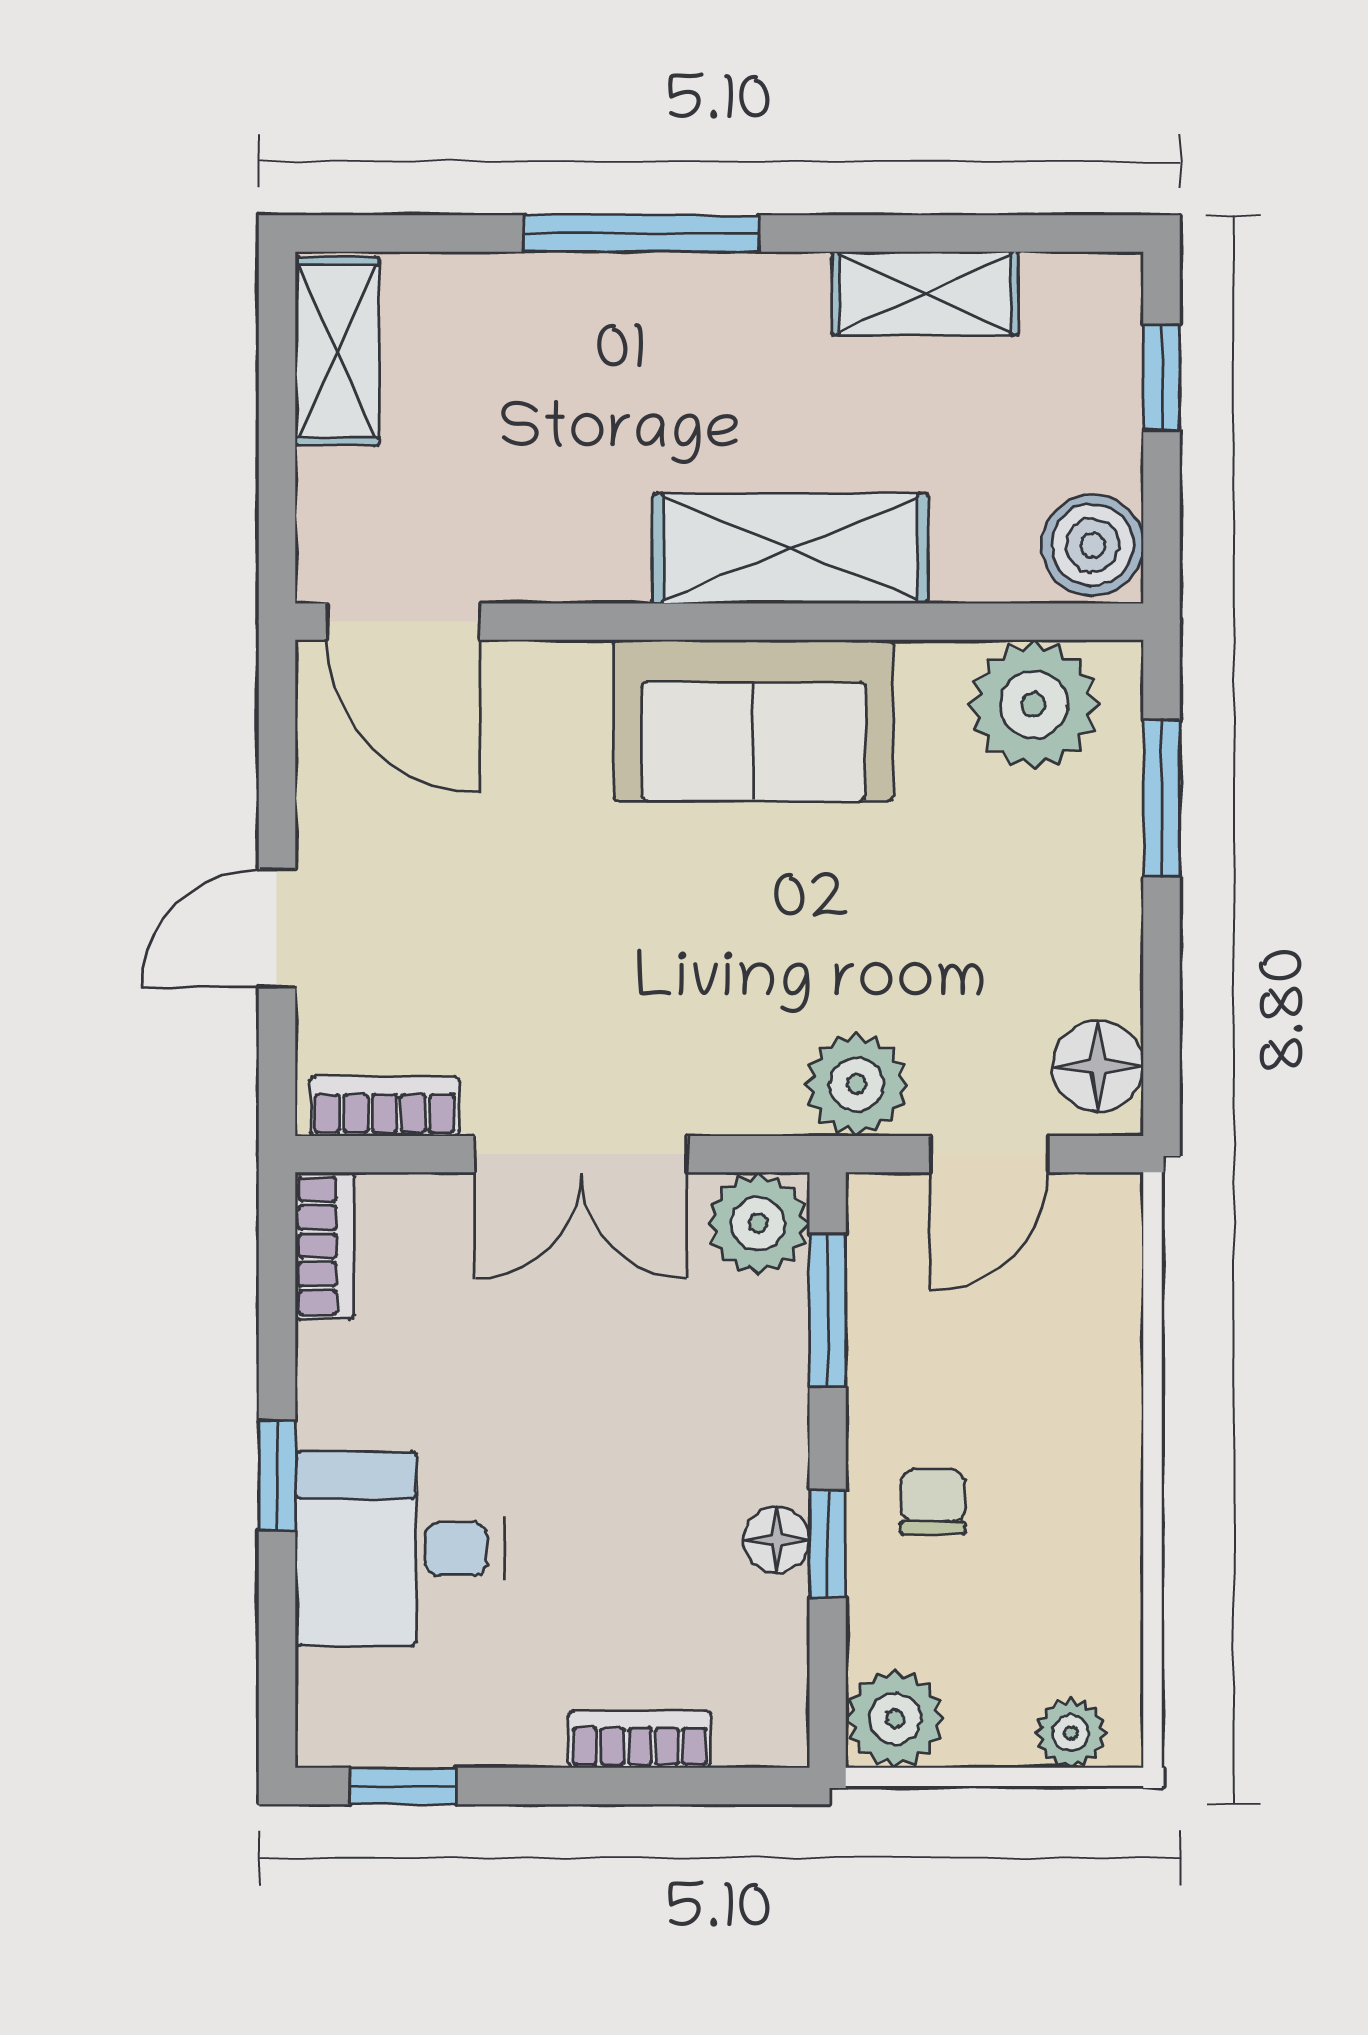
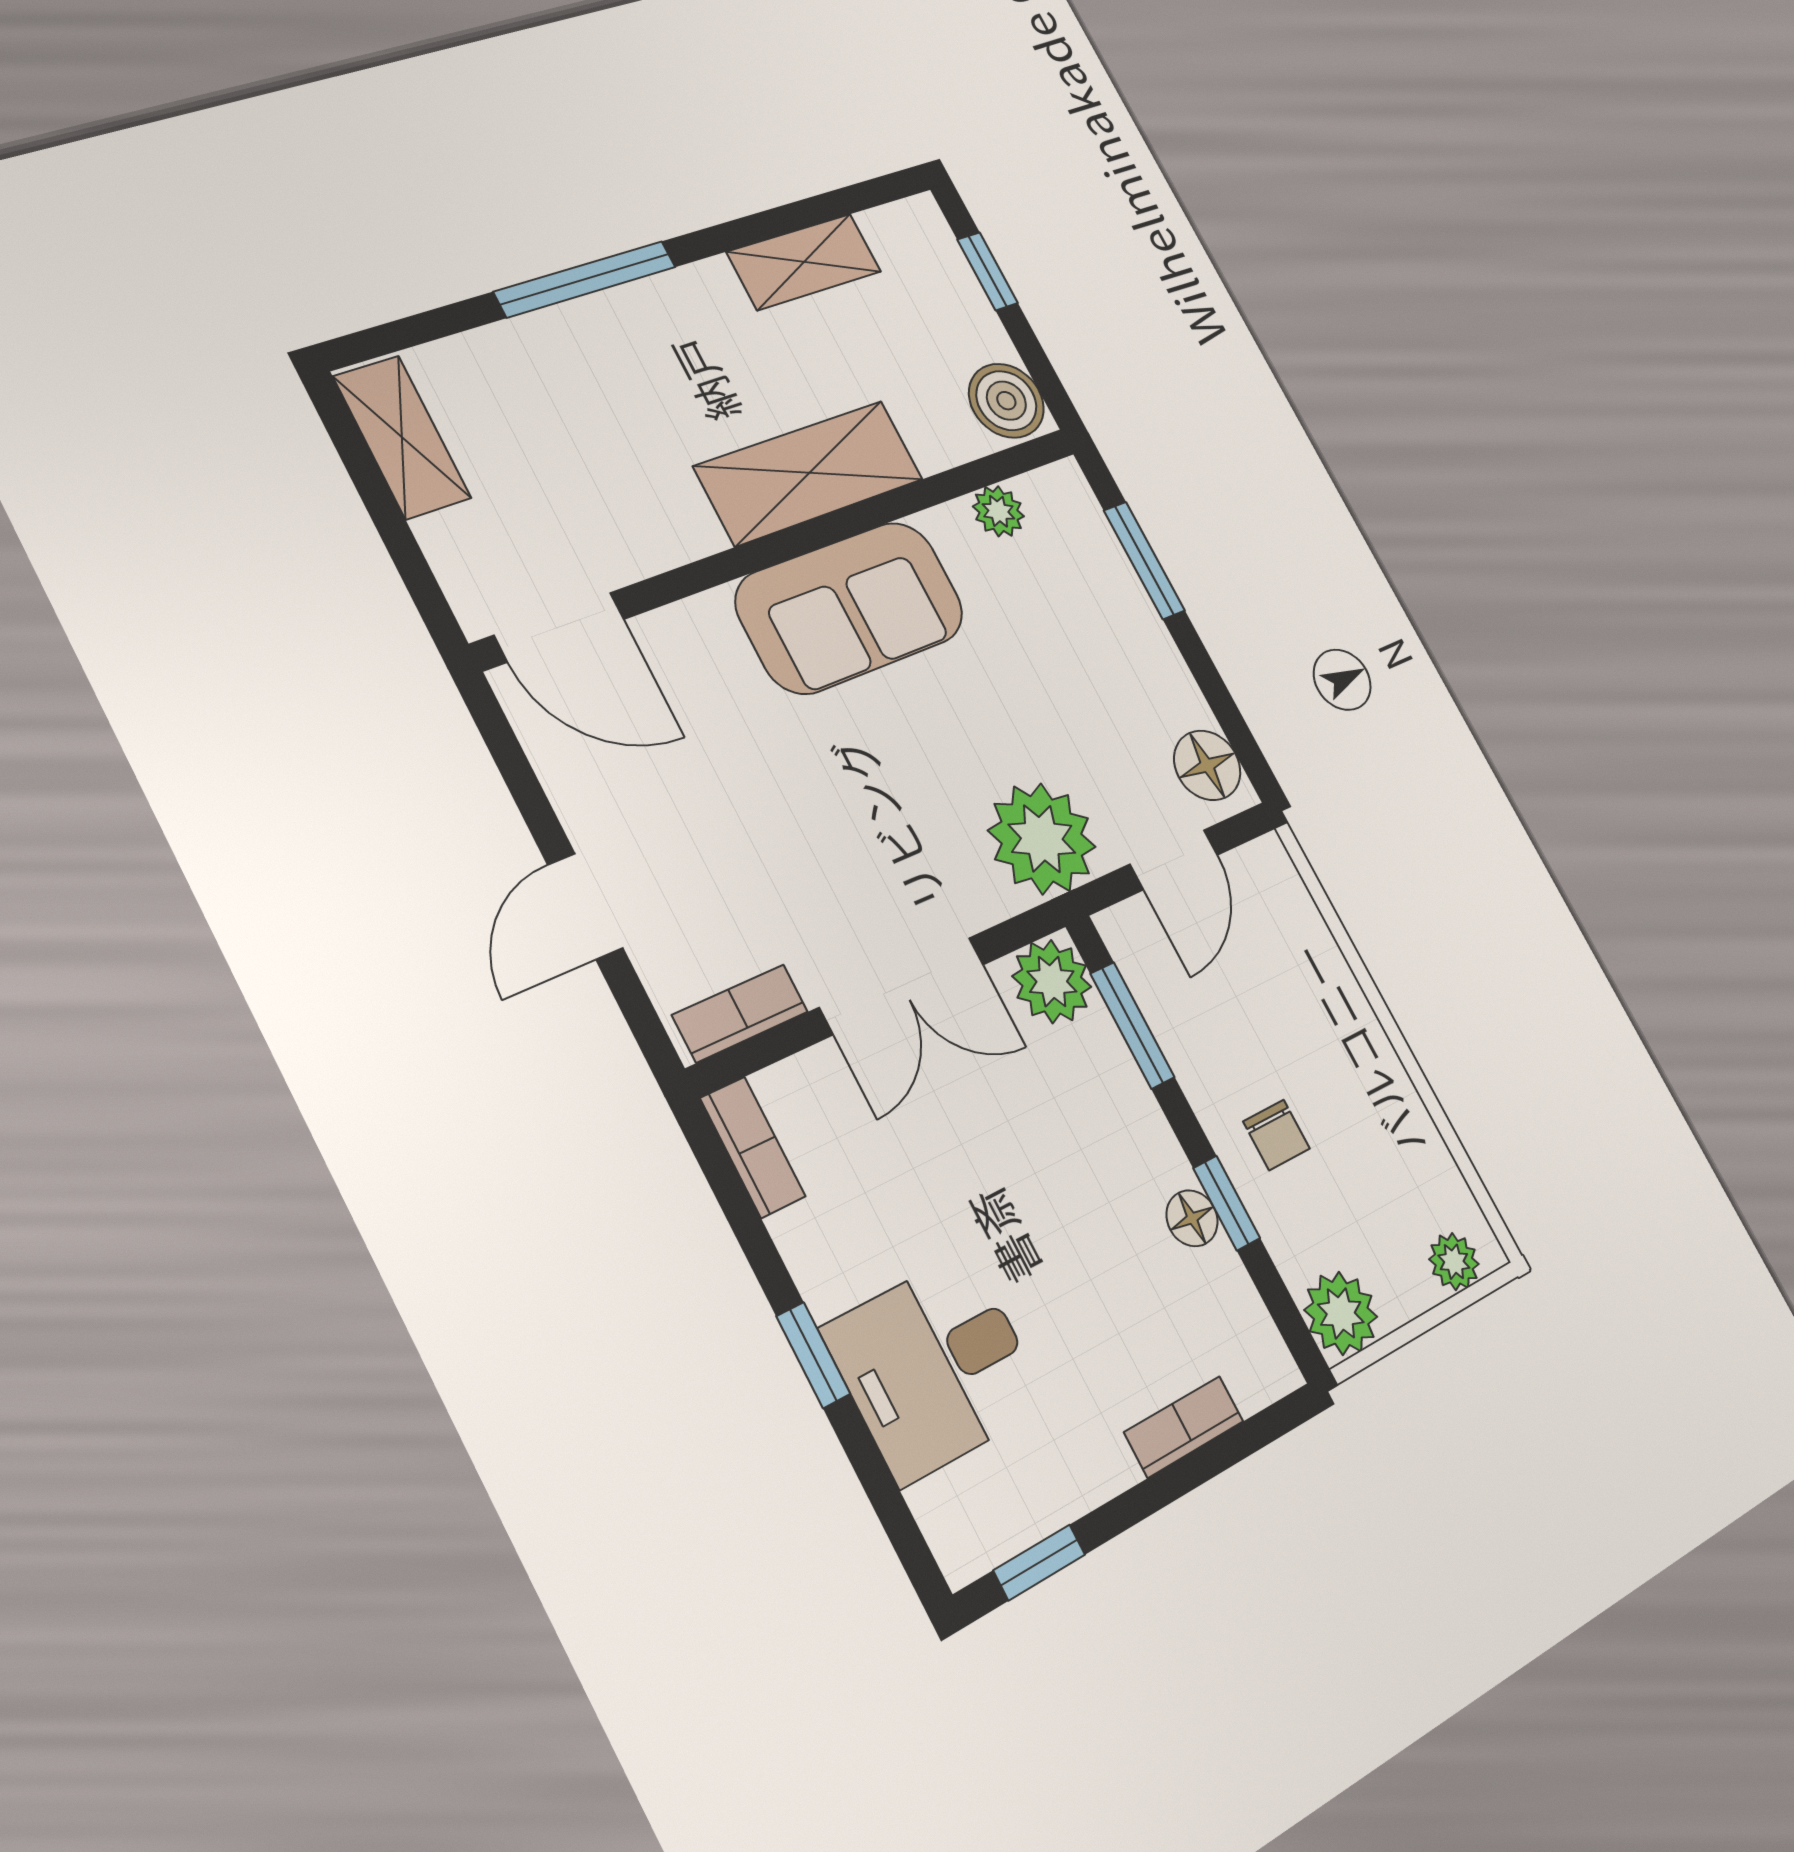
plant: (1034, 705) -> (998, 511), width x0.53, depth x0.53
plant: (857, 1084) -> (1042, 839), width x1.36, depth x1.36
chair: (933, 1502) -> (1276, 1135), turned 180

